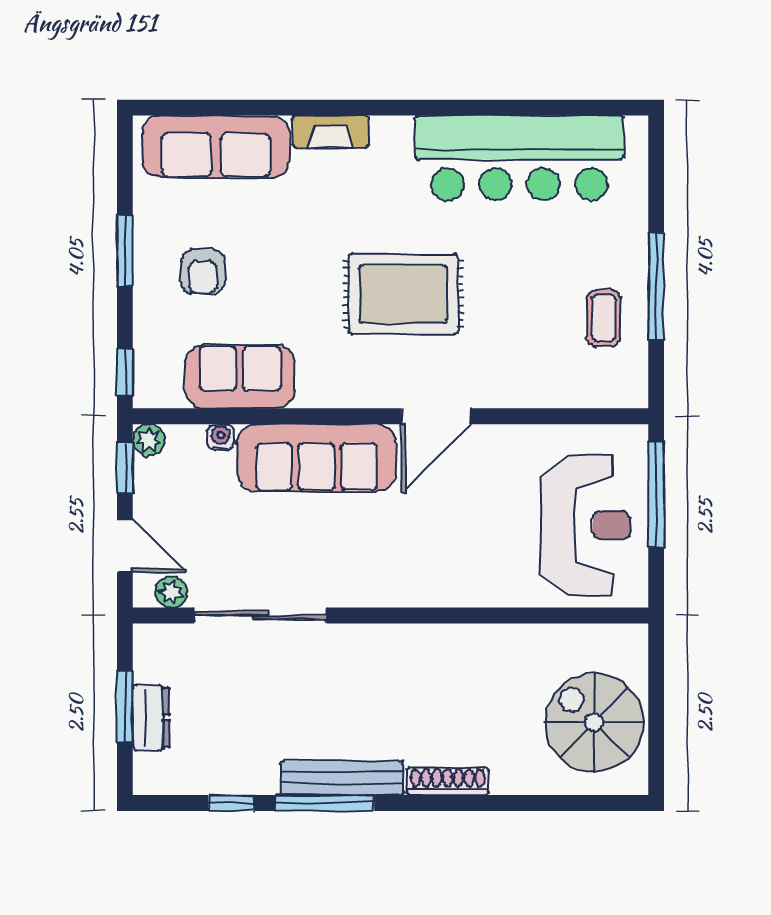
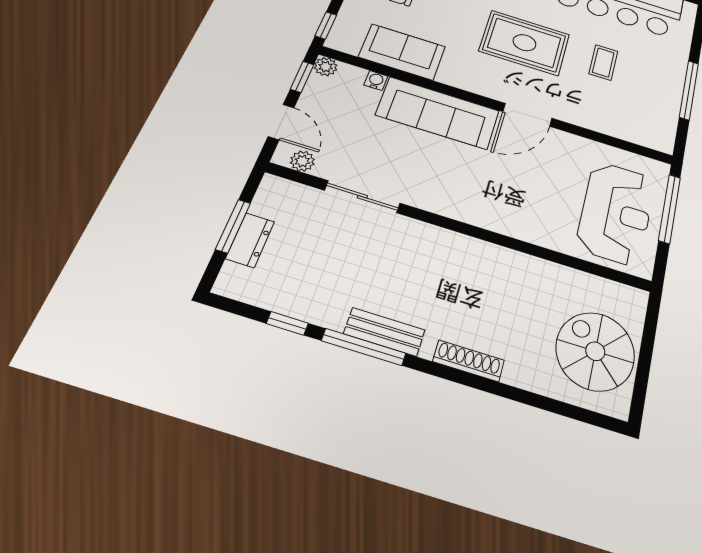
coffee table: (604, 318) -> (603, 62), moved
sliding door: (260, 615) -> (362, 197), width x0.73
bench: (342, 778) -> (384, 332), width x0.73

